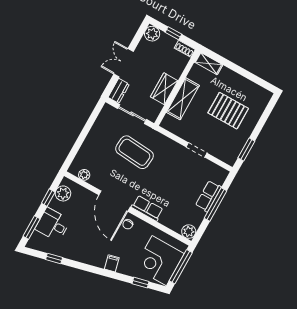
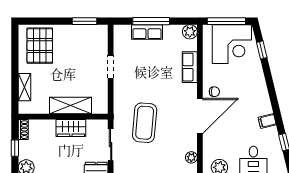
shelving: (209, 63) -> (25, 87), moved
pallet: (228, 111) -> (40, 46), moved
row of seats: (147, 208) -> (190, 67), moved
filing cabinet: (112, 263) -> (267, 121), moved

